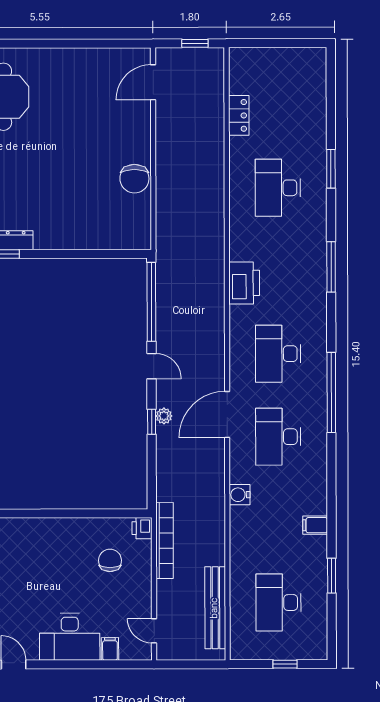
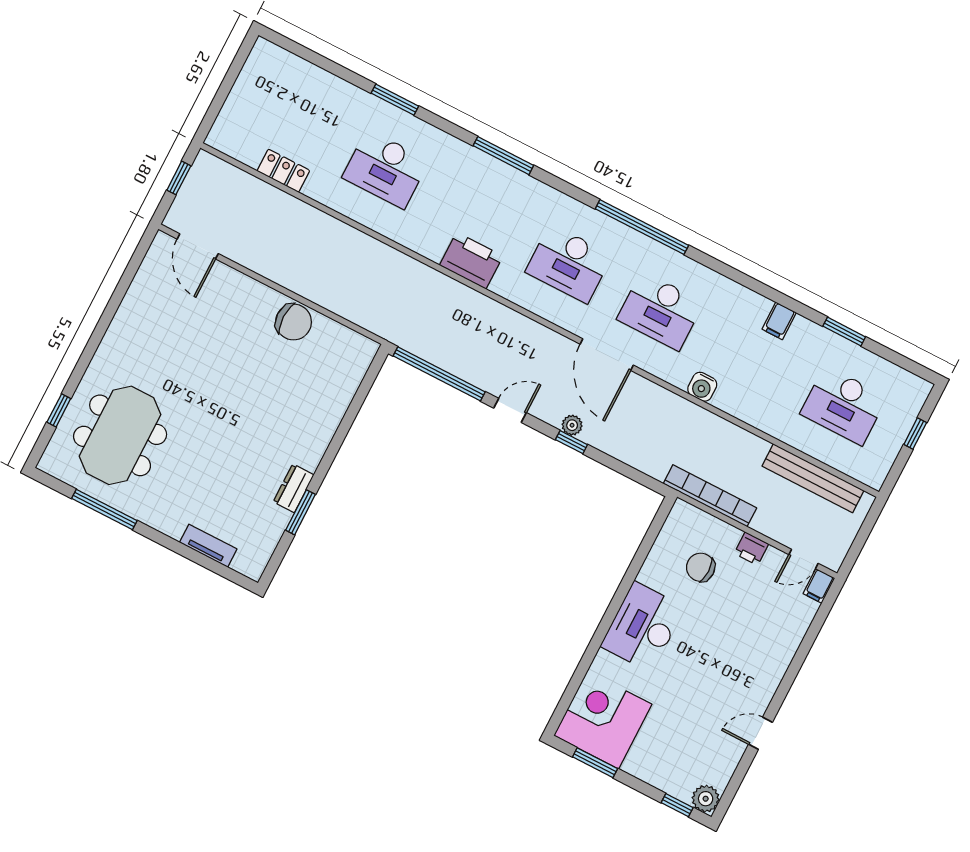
printer: (142, 528) -> (751, 549), moved
desk: (70, 637) -> (643, 627), moved, turned 180
filing cabinet: (110, 649) -> (819, 586), moved, turned -90

